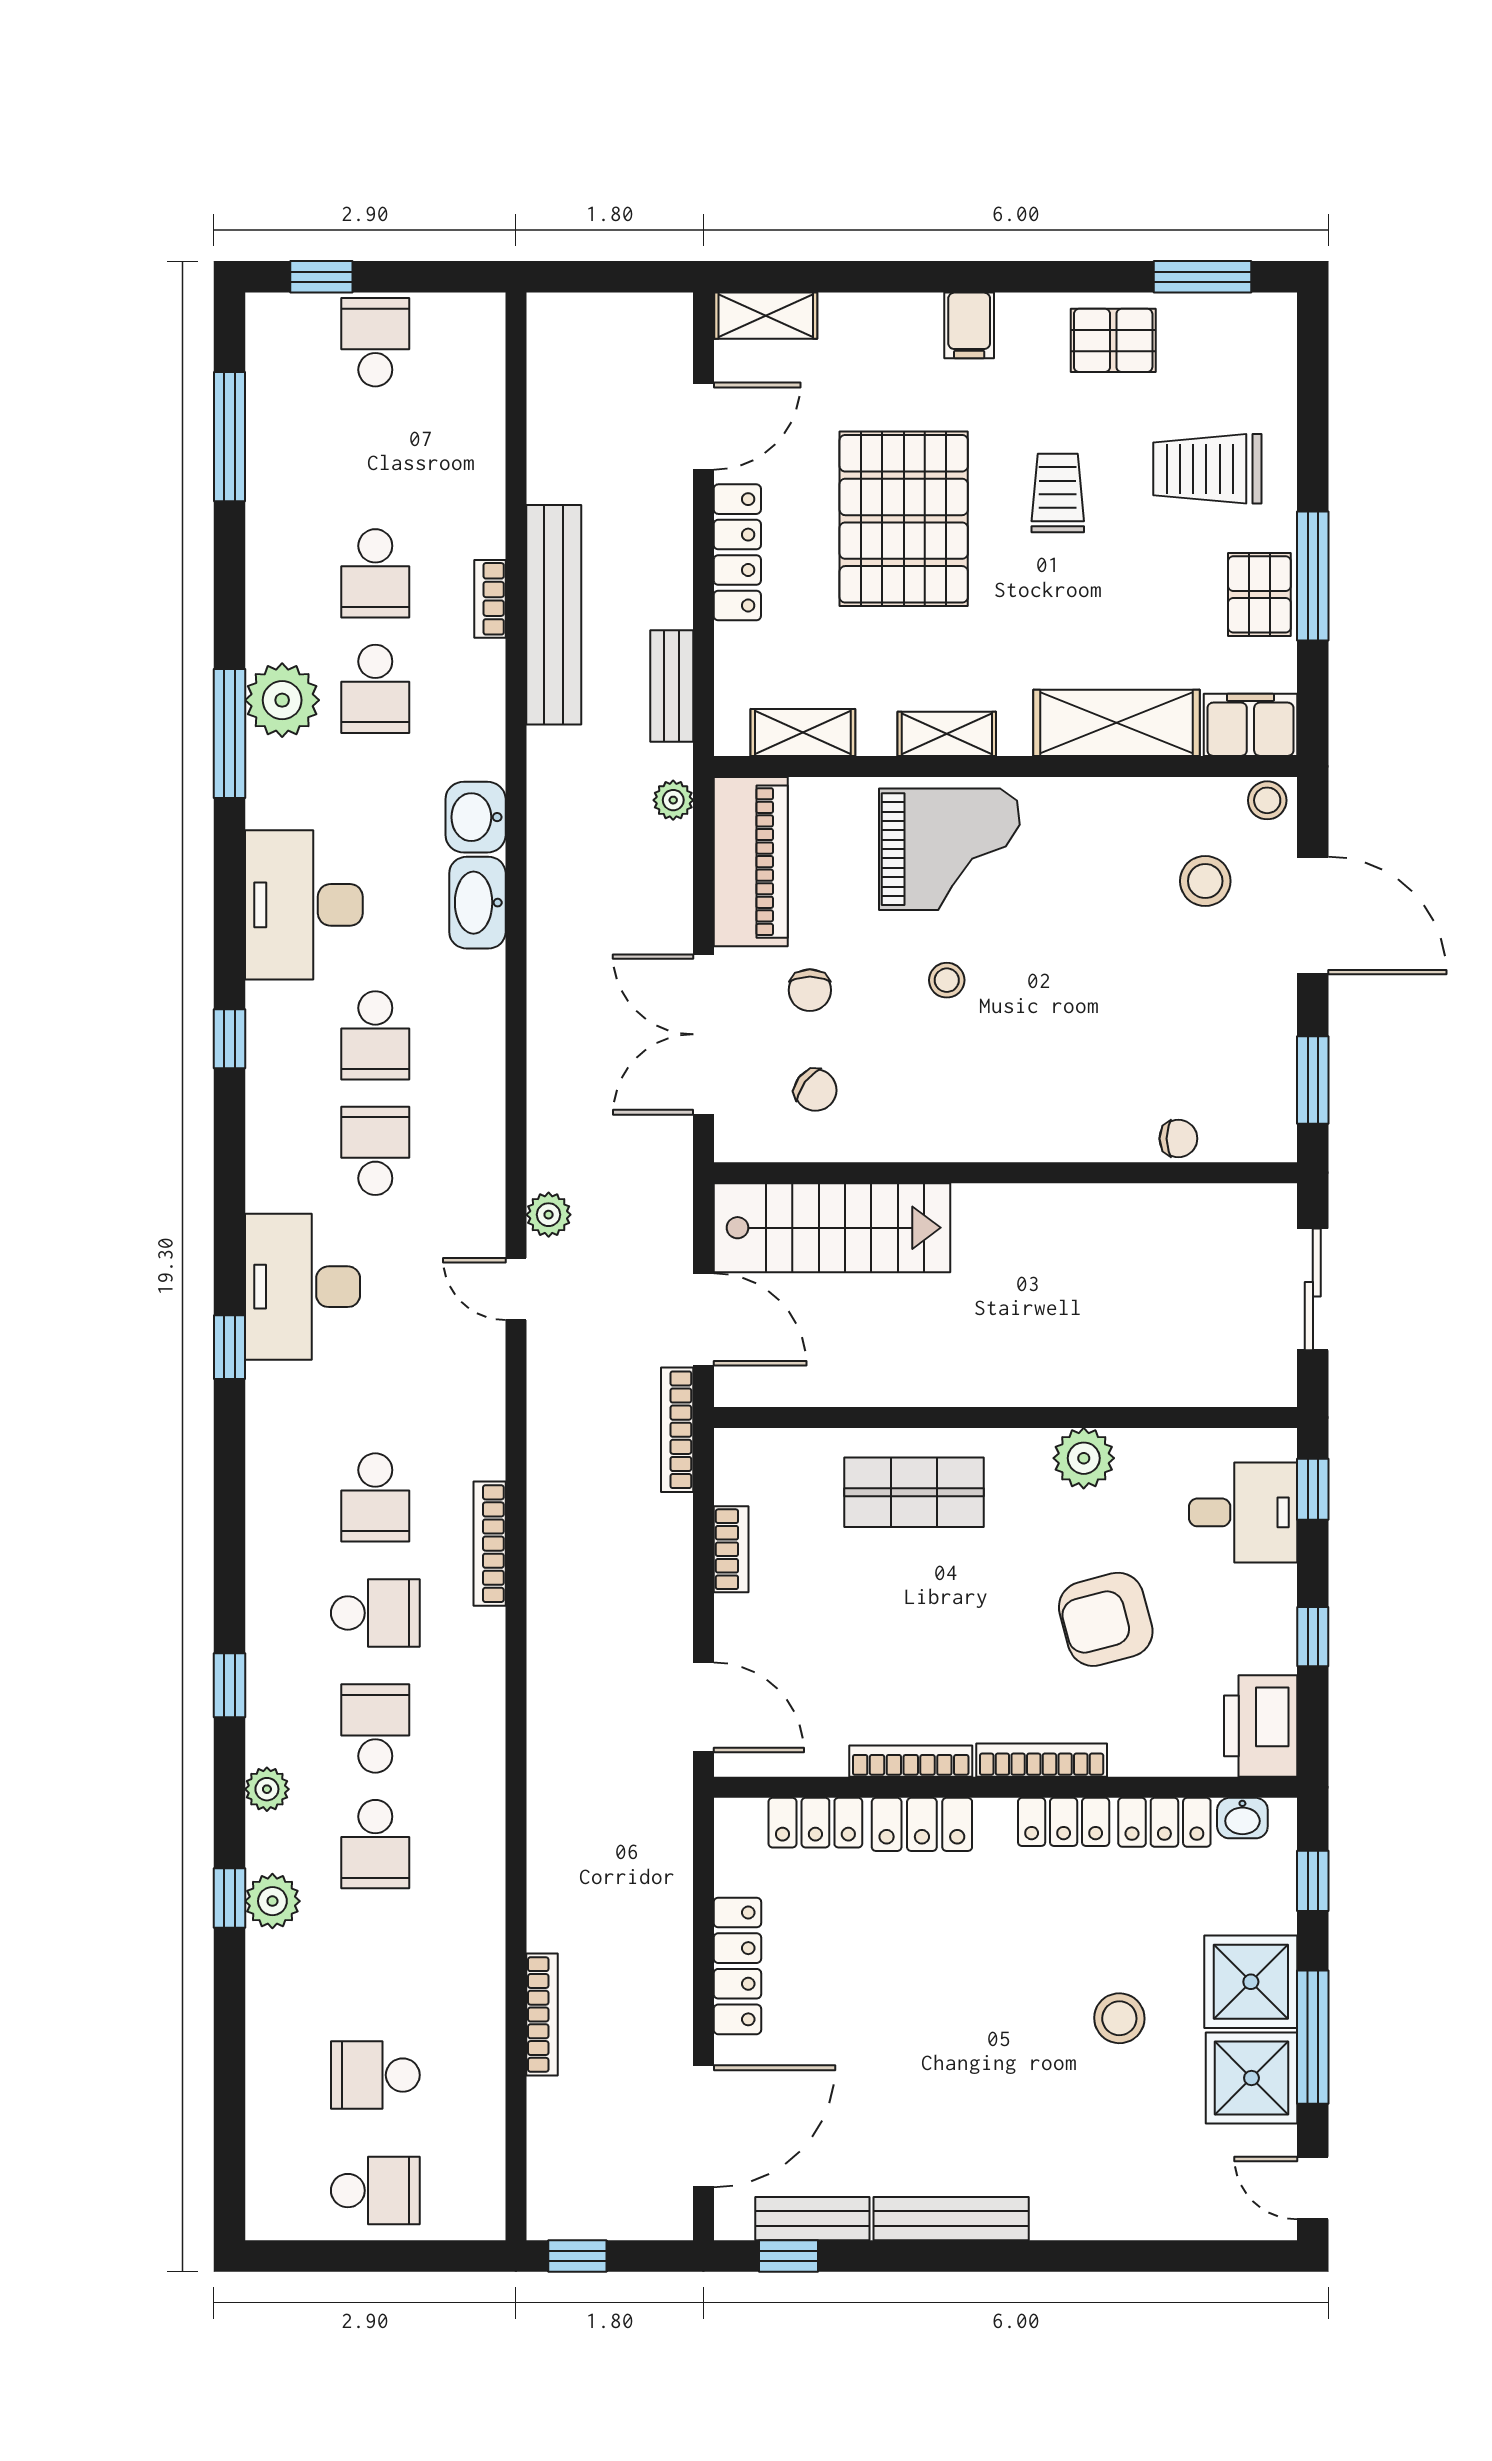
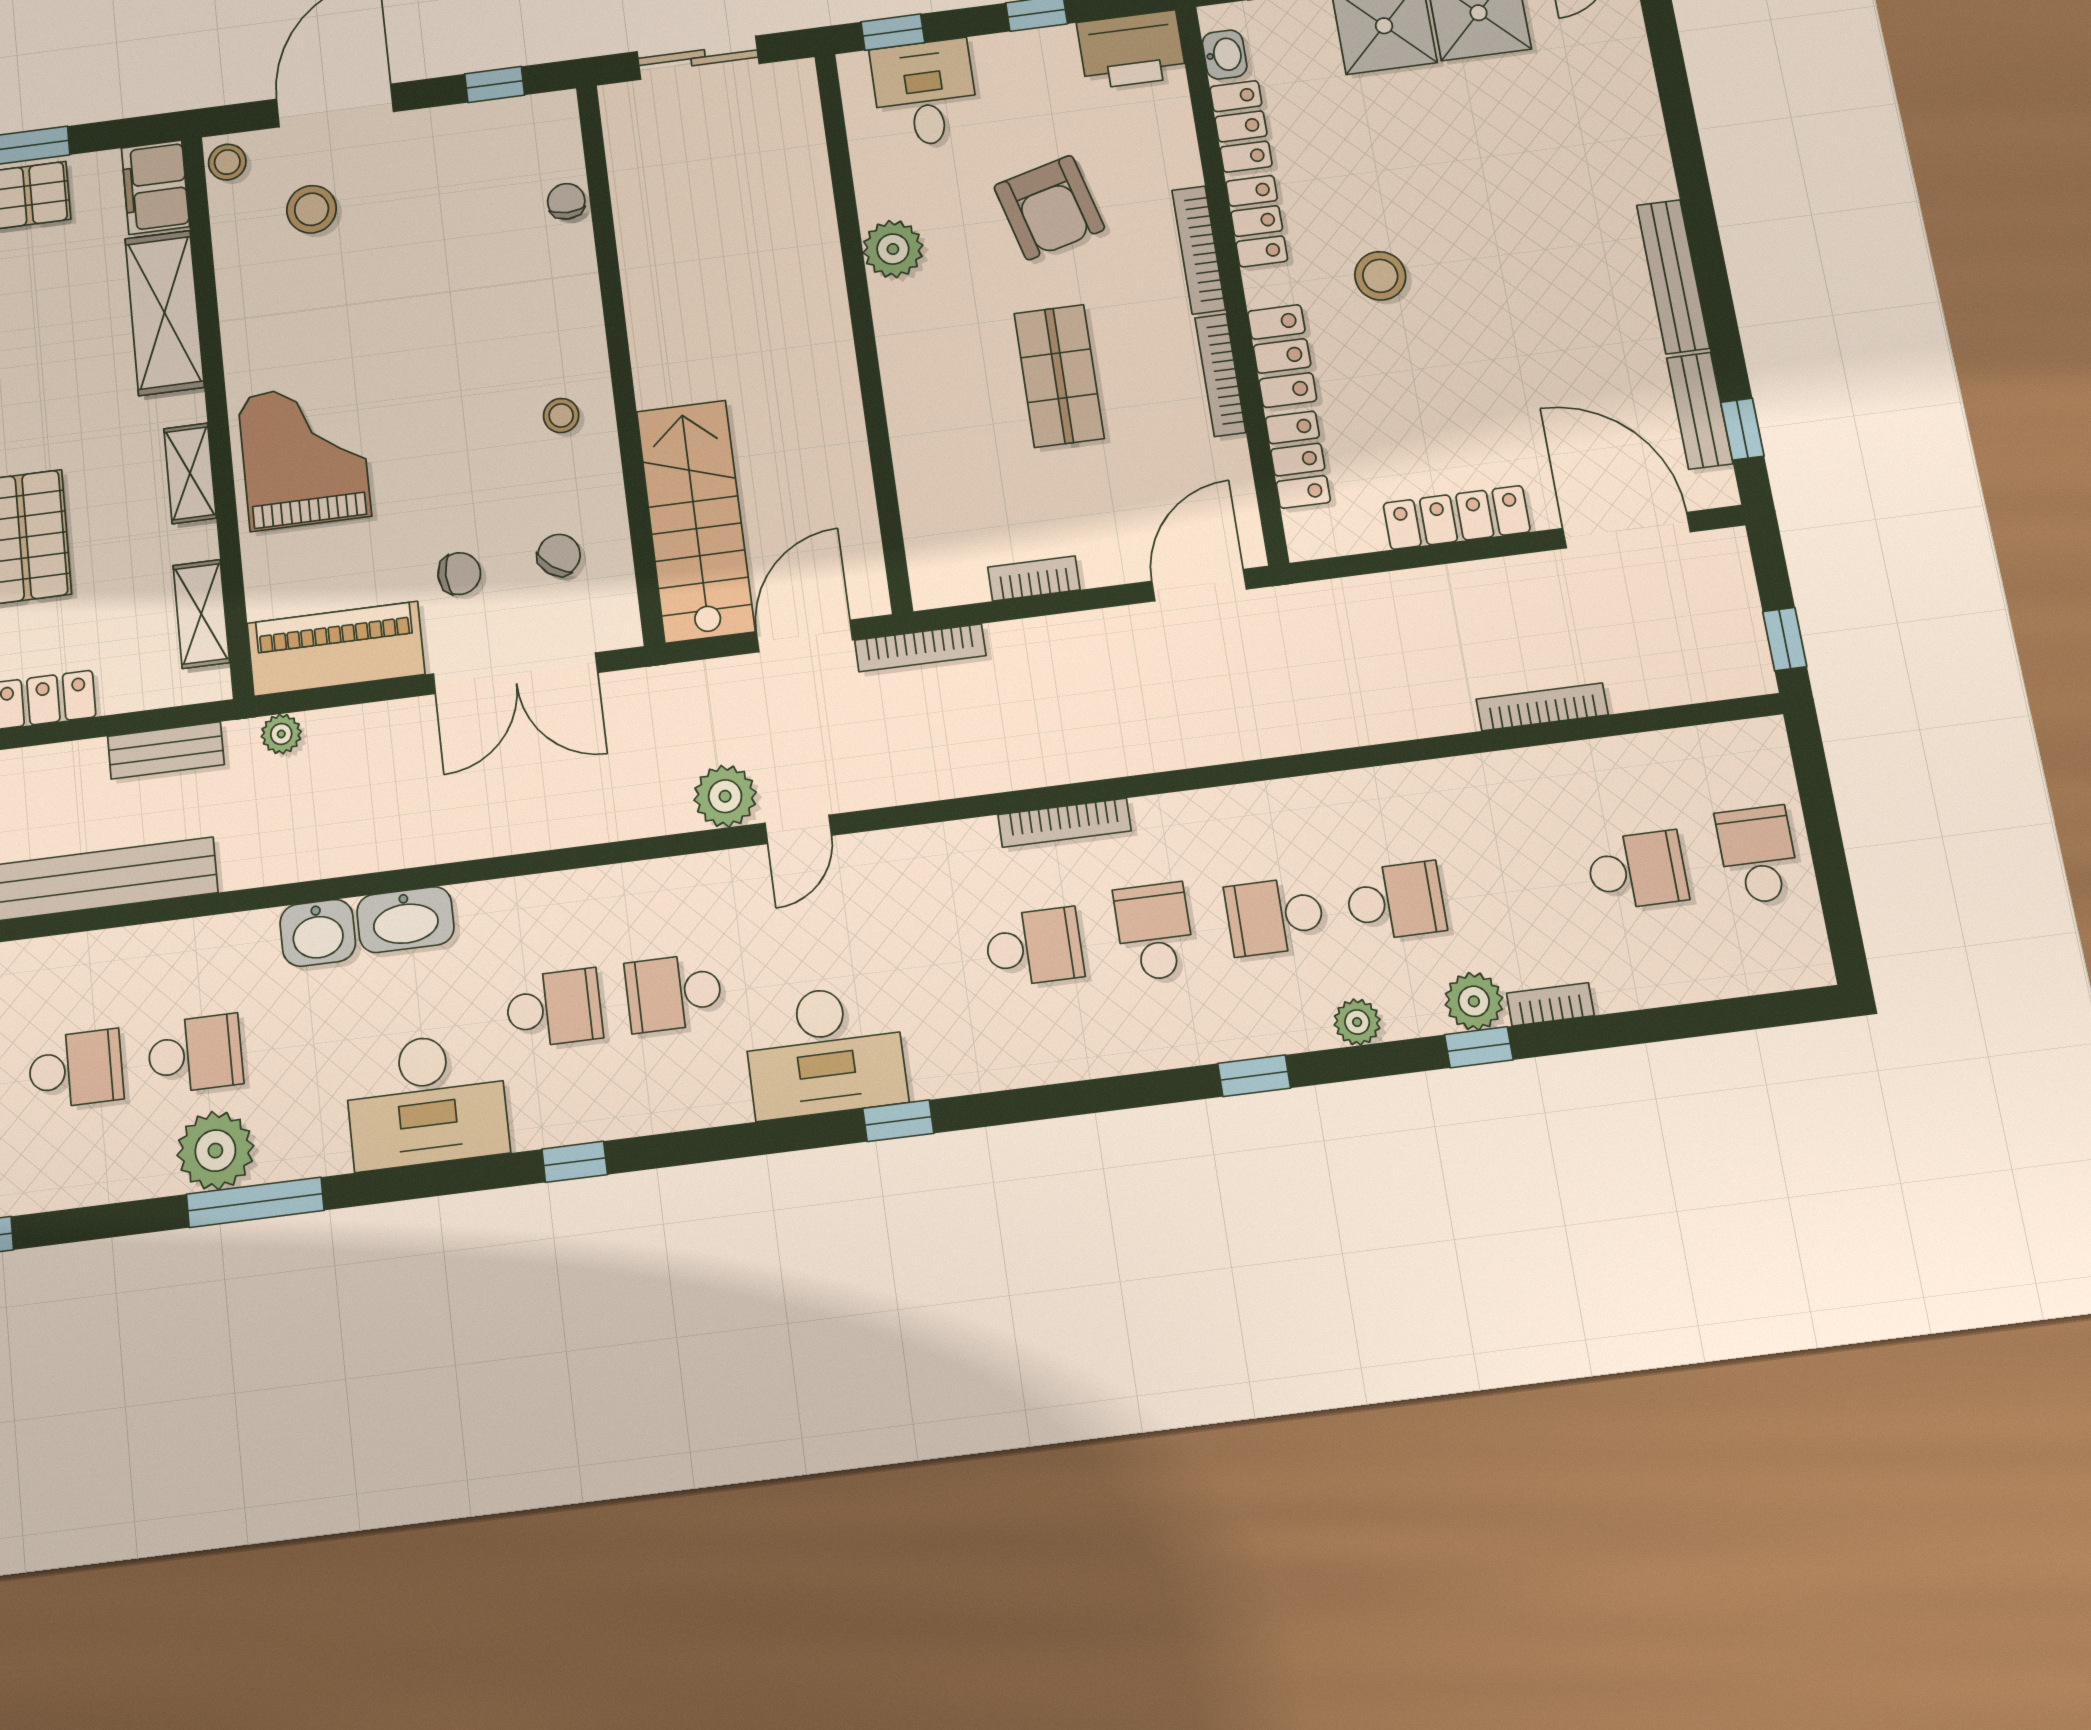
bookcase: (490, 599) -> (1550, 1004), moved, turned 180
stool: (947, 980) -> (561, 416), moved
window: (1313, 1080) -> (495, 84), width x0.67
plant: (549, 1215) -> (725, 796), width x1.38, depth x1.38
shop shelf: (914, 1492) -> (1059, 376), moved
stool: (1119, 2018) -> (1380, 276), moved
school desk: (375, 2075) -> (1637, 870), turned -90

